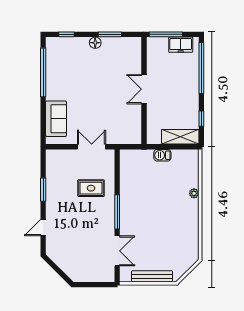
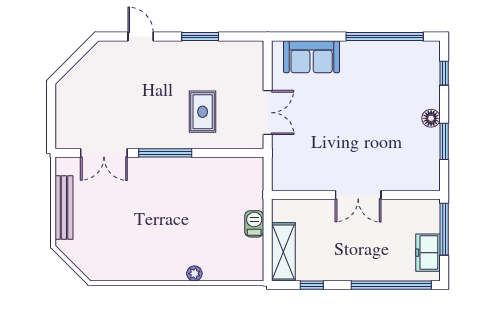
double door: (144, 89) -> (358, 195), swing flipped

